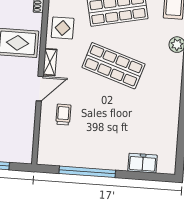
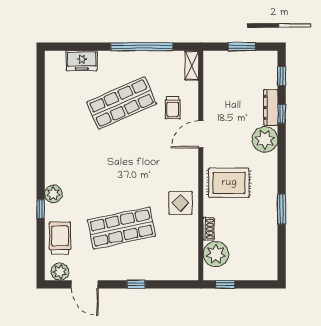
shelving: (50, 62) -> (192, 65), moved
shop shelf: (113, 66) -> (122, 103), moved, turned -42

